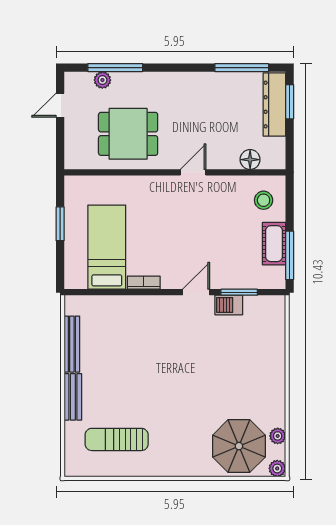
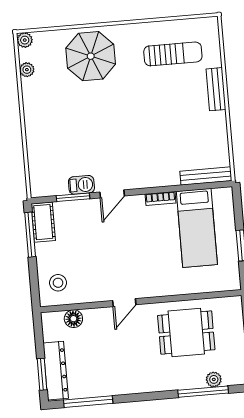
cot: (274, 244) -> (43, 222), moved
bench: (72, 344) -> (206, 176), moved, turned 90
parasol: (239, 446) -> (91, 56), moved

